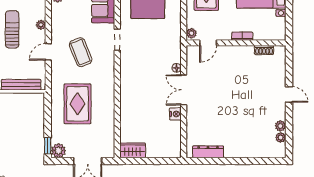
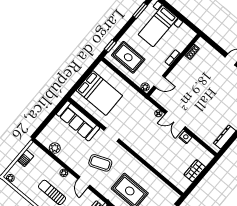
door: (208, 43) -> (159, 82), hinge flipped
wardrobe: (133, 150) -> (195, 171), moved

